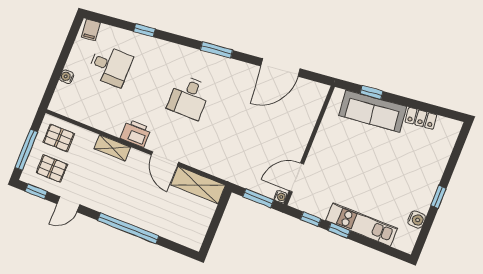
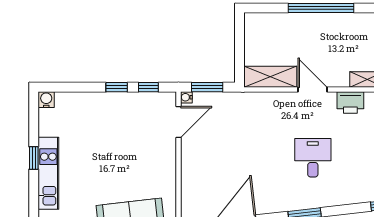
water cooler: (417, 220) -> (46, 100), moved, turned 90
kitchen unit: (362, 225) -> (48, 173), moved, turned -90

